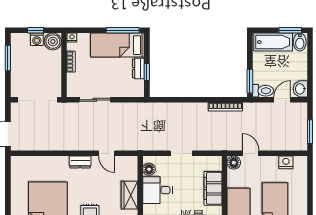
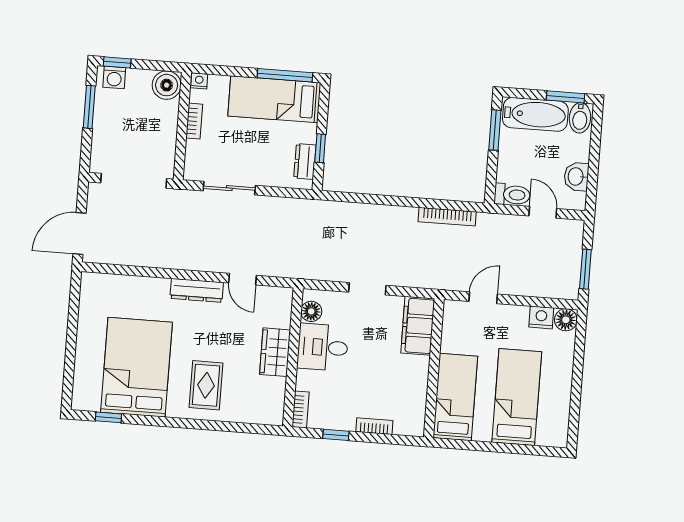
window: (36, 30) -> (117, 62), moved
washing machine: (37, 39) -> (114, 77), moved
dresser: (138, 69) -> (305, 161), moved
window: (250, 81) -> (495, 130), moved
washbasin: (300, 89) -> (576, 177), moved
door: (282, 100) -> (543, 212), hinge flipped
door: (251, 153) -> (483, 298), hinge flipped
dresser: (80, 162) -> (197, 290), width x1.44
floor lamp: (234, 163) -> (566, 320), moved
filing cabinet: (213, 188) -> (418, 326), moved

